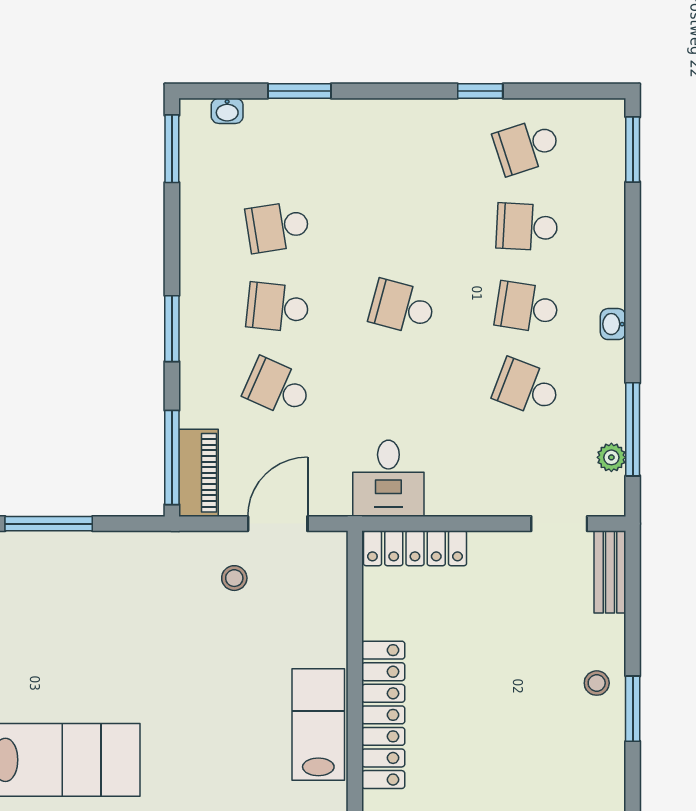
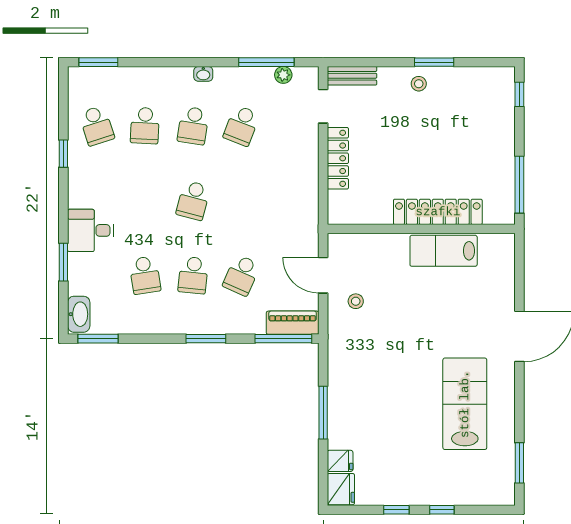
washbasin: (227, 111) -> (79, 314), width x1.91, depth x1.45
desk: (388, 478) -> (91, 230), moved, turned 180
locker: (415, 548) -> (338, 158), moved

